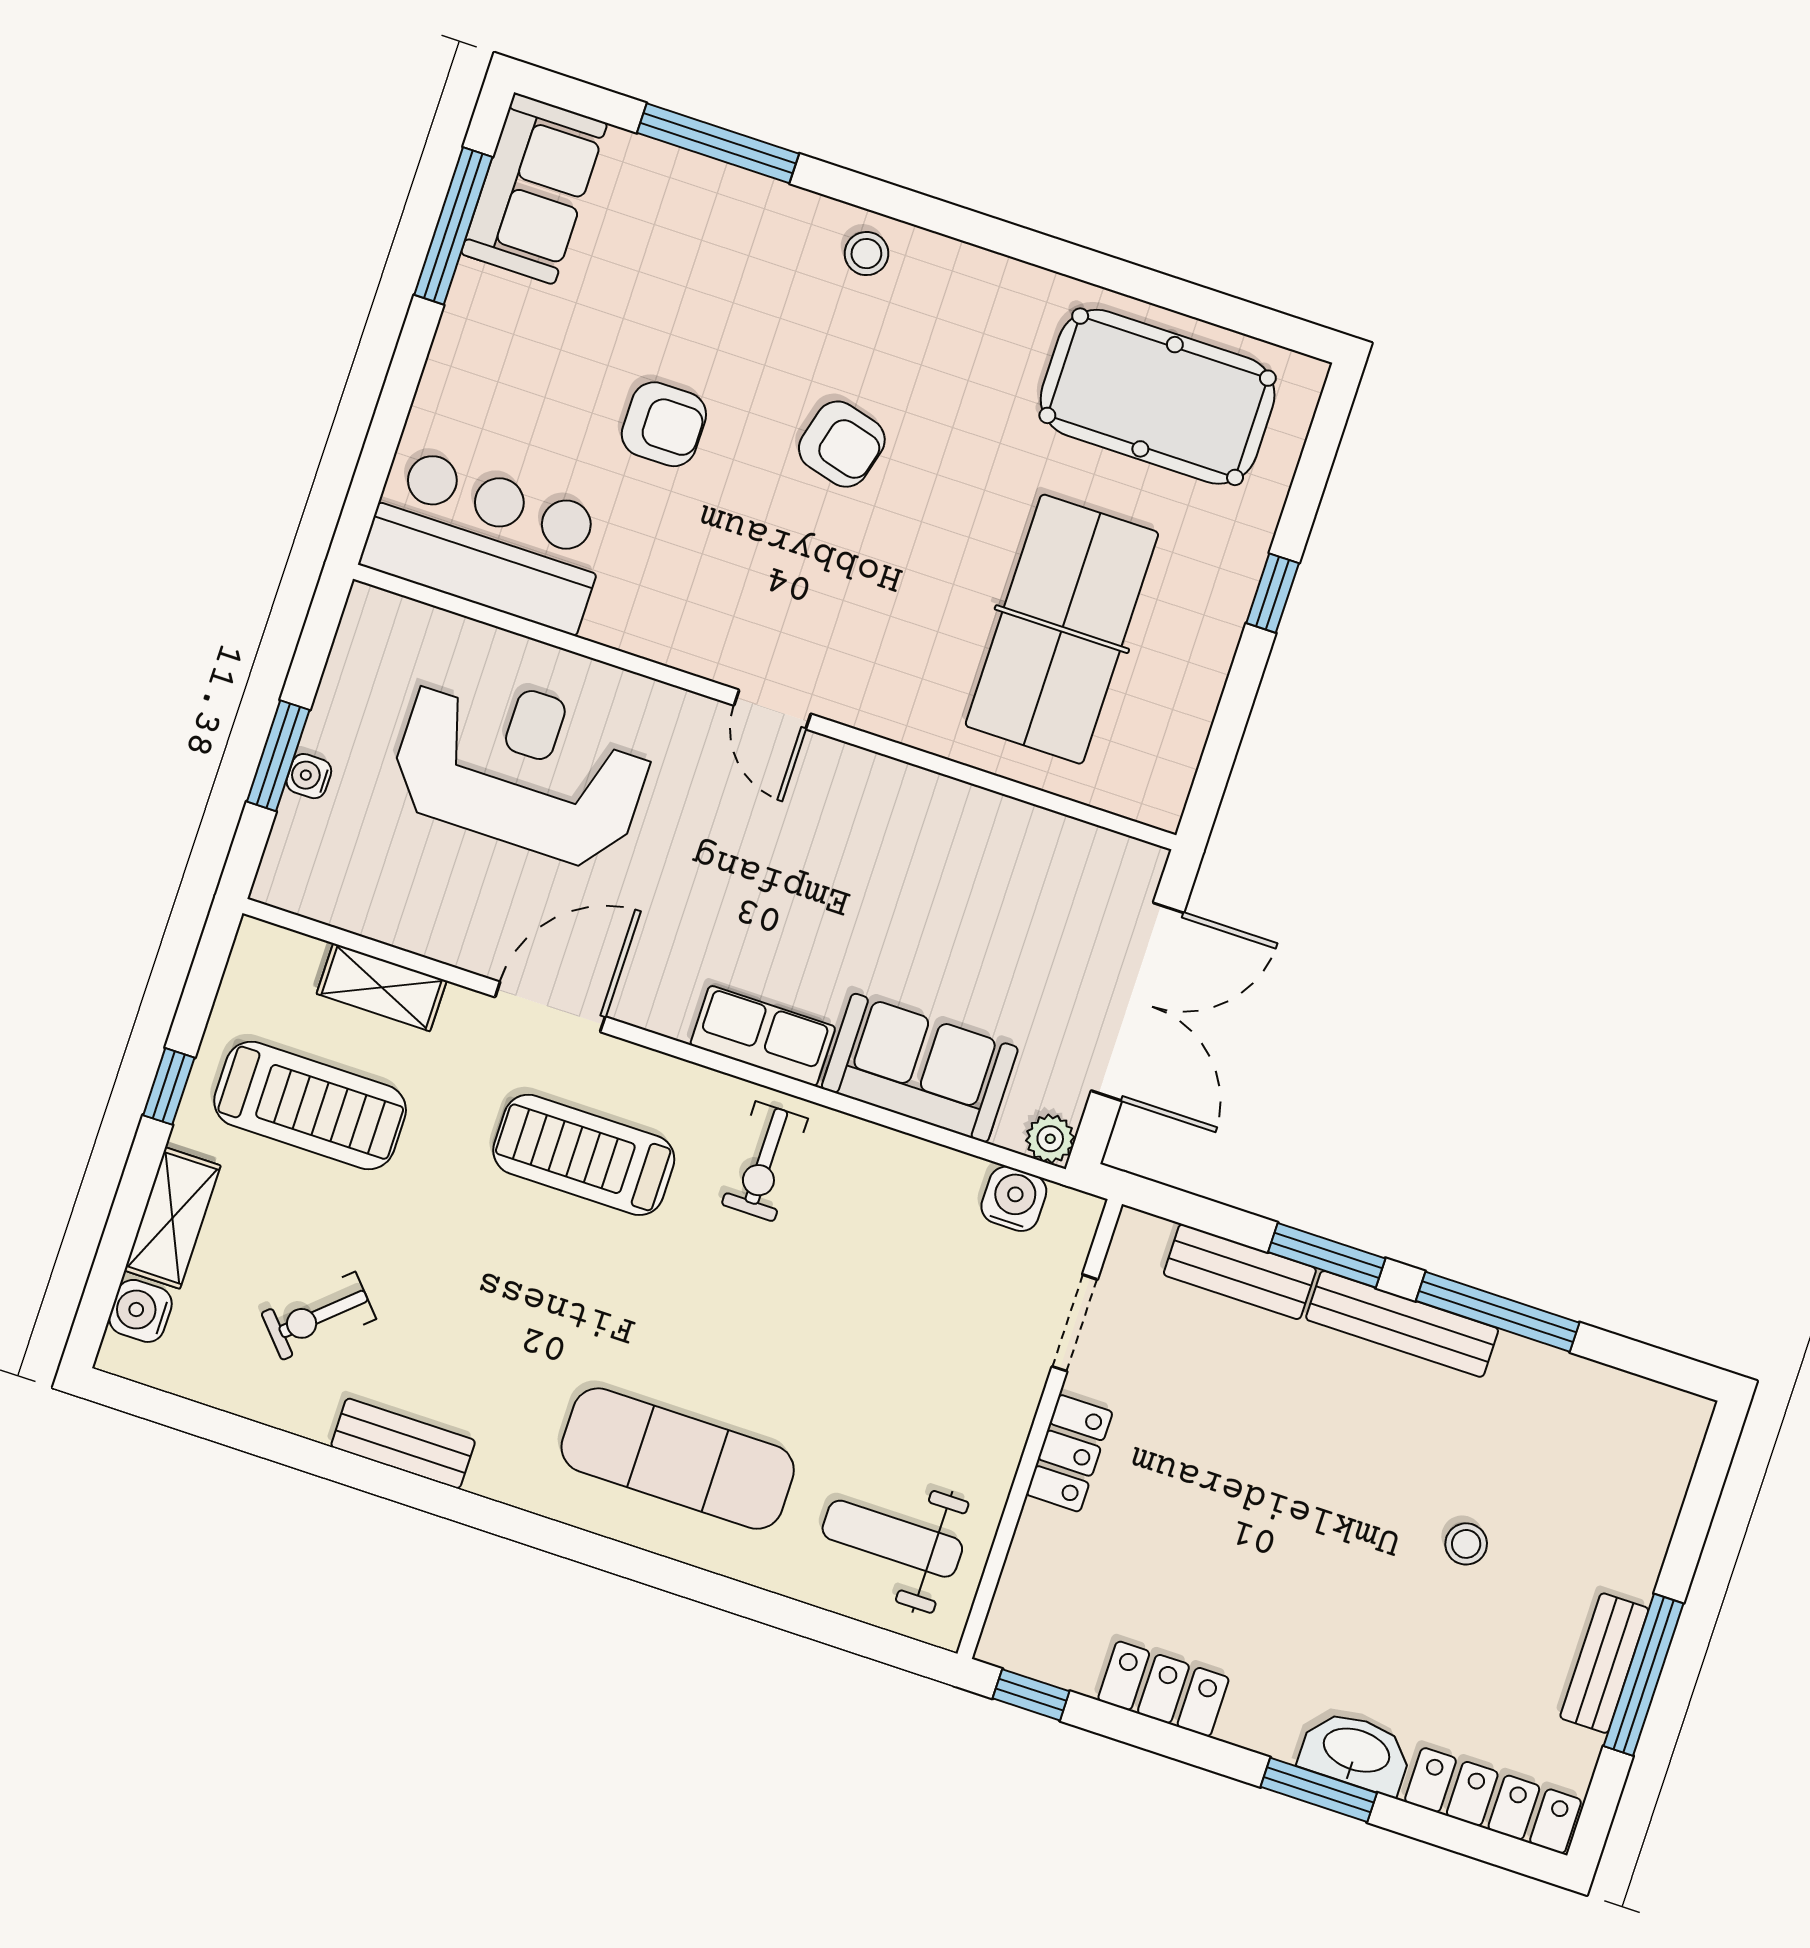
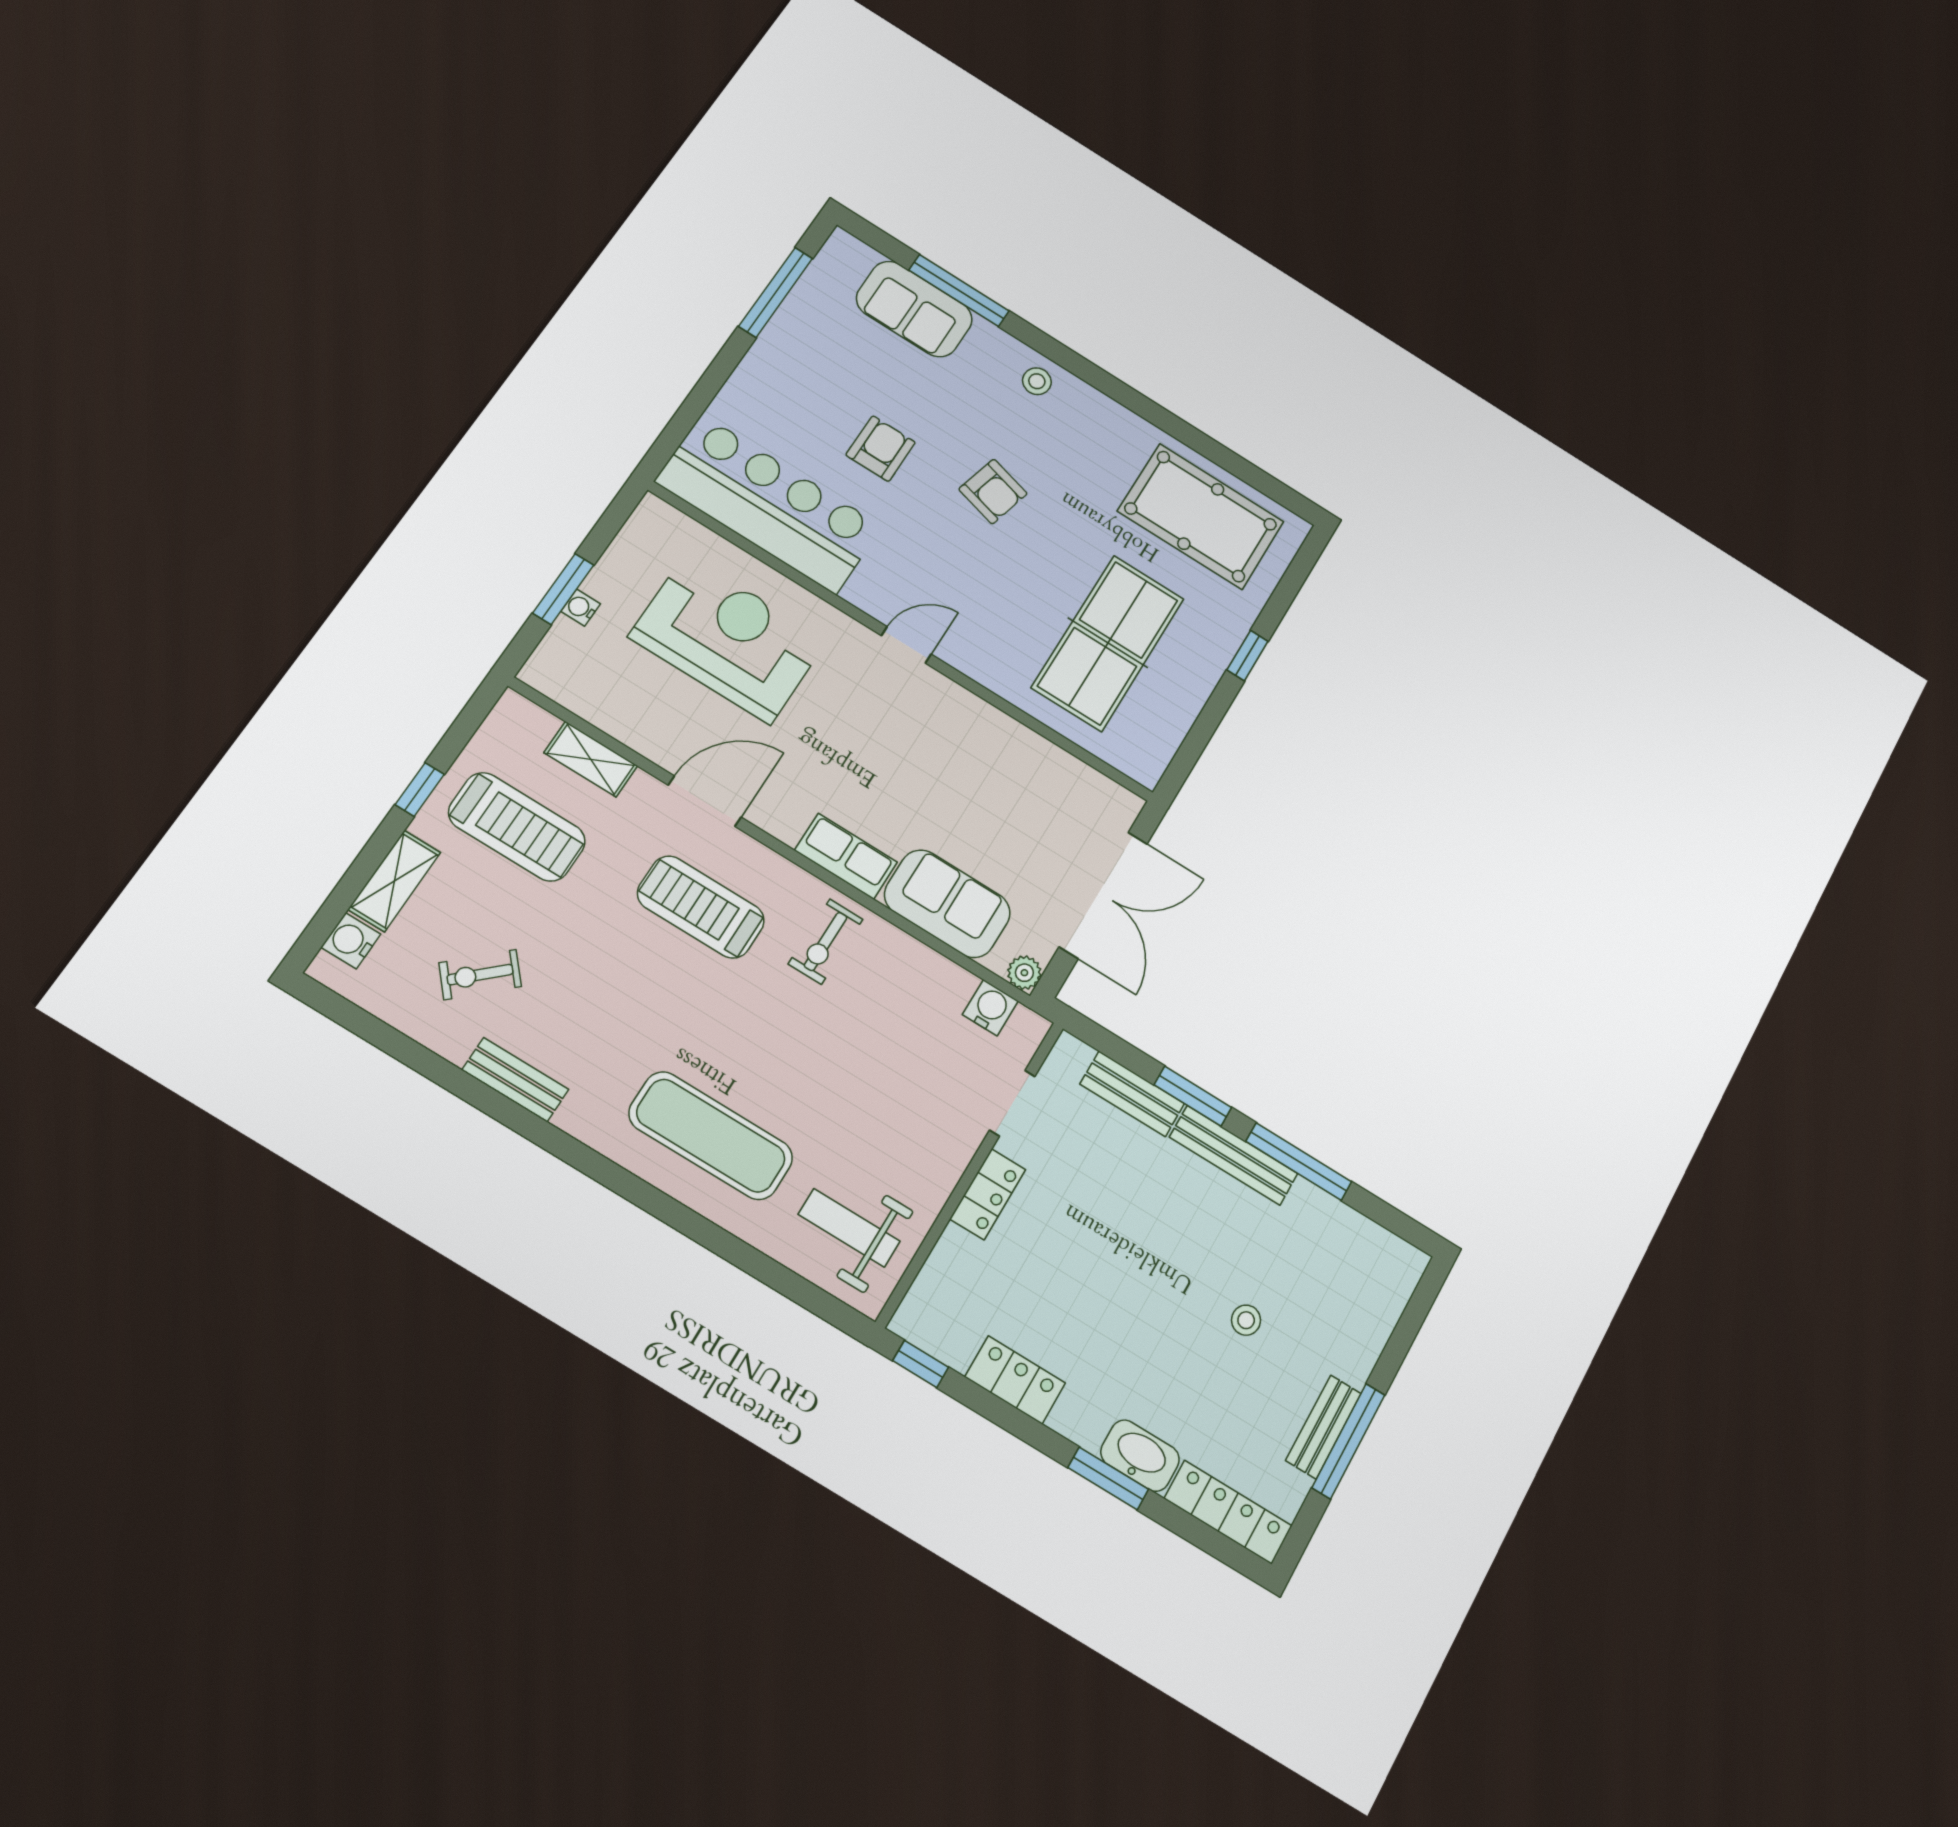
sofa: (534, 189) -> (914, 309), moved, turned 90
armchair: (664, 424) -> (881, 449), turned -90
bar counter: (487, 540) -> (769, 504), width x1.36
door: (772, 710) -> (906, 645), swing flipped

